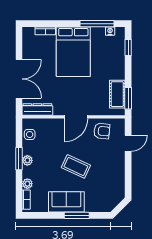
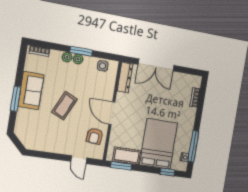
bed: (73, 52) -> (159, 144), moved, turned 90
plant: (27, 184) -> (67, 57), moved

